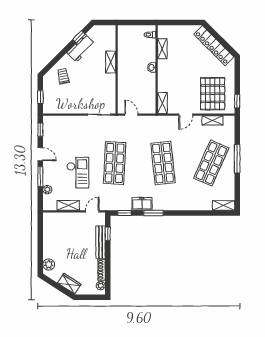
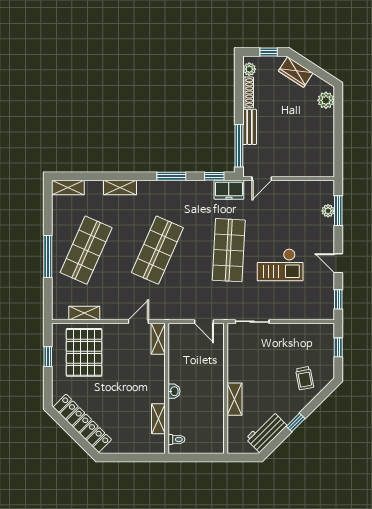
window: (79, 37) -> (296, 422), moved
workbench: (81, 48) -> (266, 432), moved
window: (237, 101) -> (48, 357), moved
door: (186, 115) -> (138, 322), moved
shop shelf: (163, 163) -> (157, 250), turned 30
checkout: (78, 173) -> (280, 265), moved, turned -90
window: (40, 177) -> (338, 211), moved
freezer: (142, 204) -> (229, 190), moved
shelving: (68, 205) -> (120, 188), moved
window: (108, 234) -> (239, 146), width x2.17
bench: (101, 242) -> (250, 127), width x0.73
window: (88, 297) -> (269, 52), added

